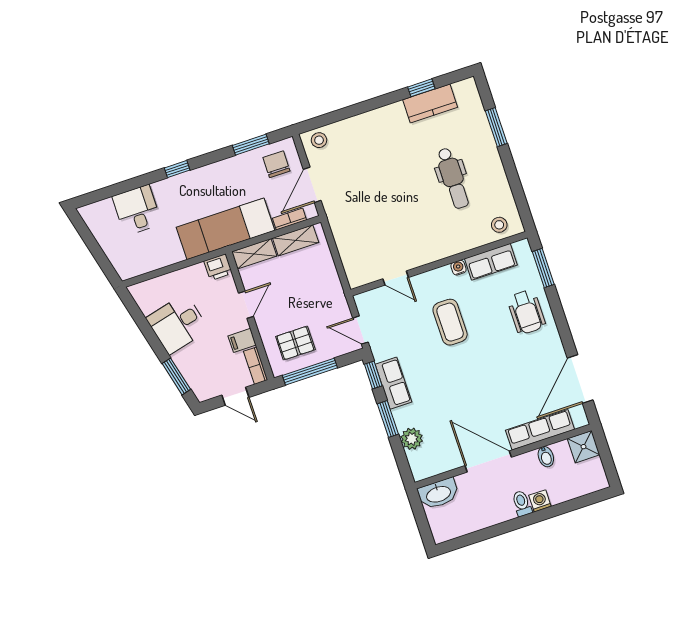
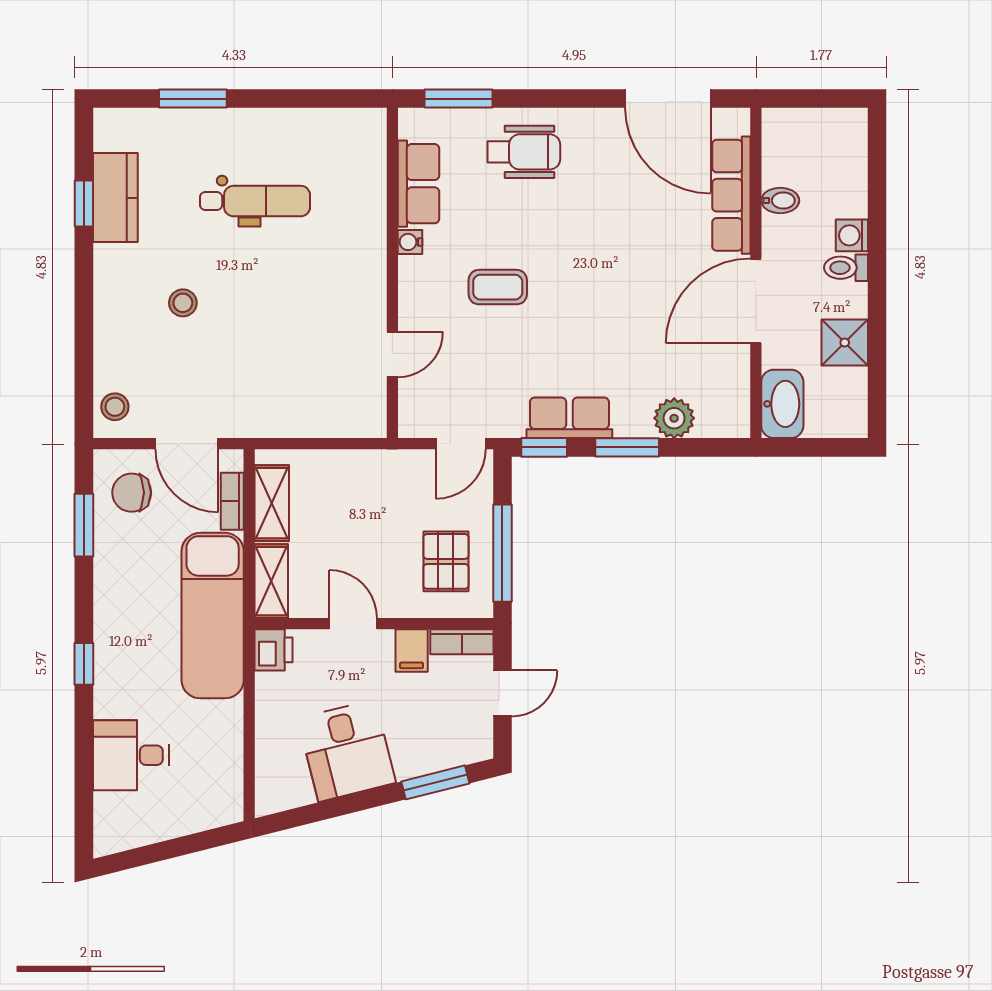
stool: (499, 225) -> (183, 303), moved
coffee table: (450, 322) -> (498, 287), width x0.73, depth x0.77
shower: (584, 447) -> (845, 342), moved

